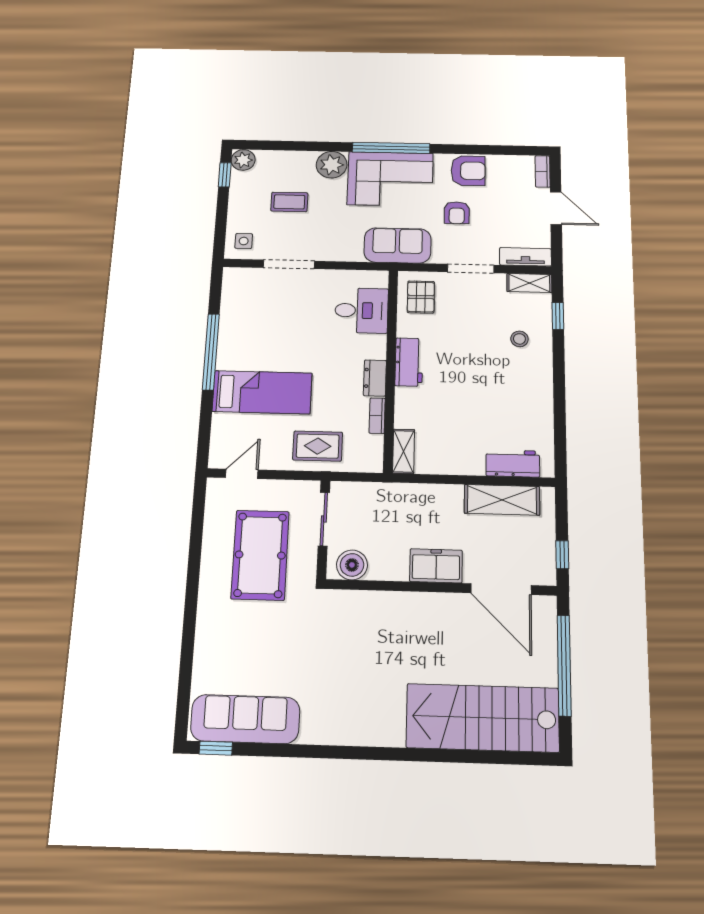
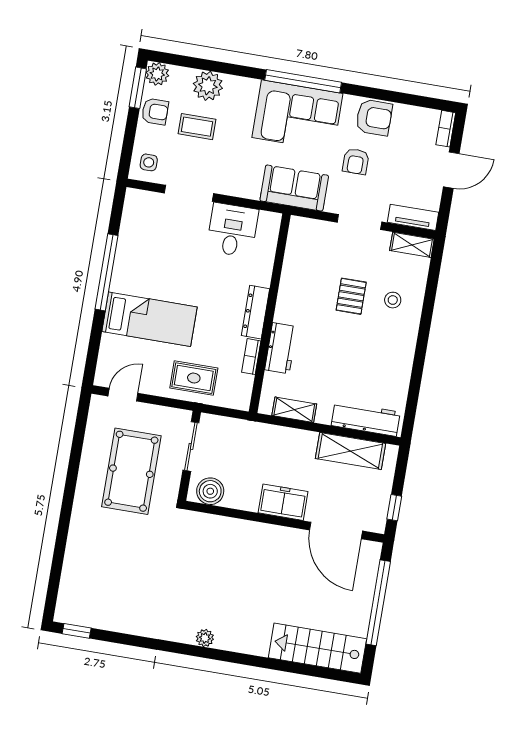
plant: (332, 165) -> (208, 86), moved
window: (225, 175) -> (138, 88), width x1.50
armchair: (245, 194) -> (155, 111), added
door: (556, 208) -> (451, 170), hinge flipped
pallet: (421, 297) -> (351, 296), moved
desk: (362, 310) -> (232, 230), moved, turned -90
window: (558, 316) -> (432, 282), removed
workbench: (409, 362) -> (281, 348), moved
dresser: (375, 378) -> (256, 312), width x1.44
shelving: (404, 451) -> (294, 410), moved, turned 90
workbench: (513, 463) -> (366, 419), width x1.38
stairs: (483, 718) -> (317, 648), width x0.73, depth x0.66
sofa: (245, 719) -> (104, 610), removed
plant: (368, 736) -> (205, 638), added

